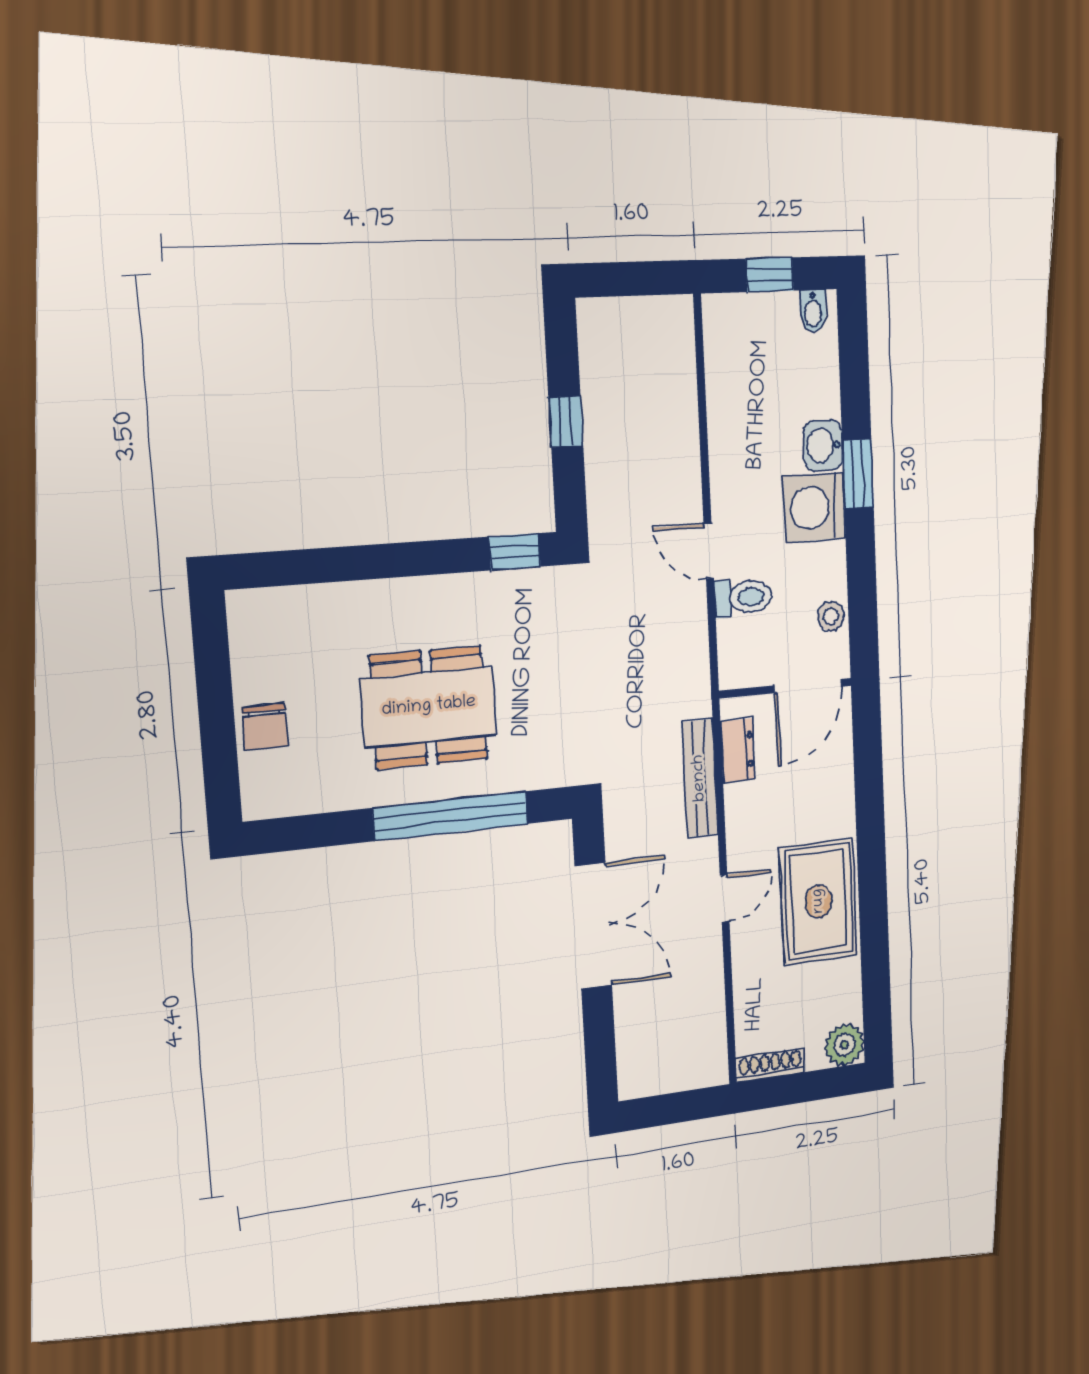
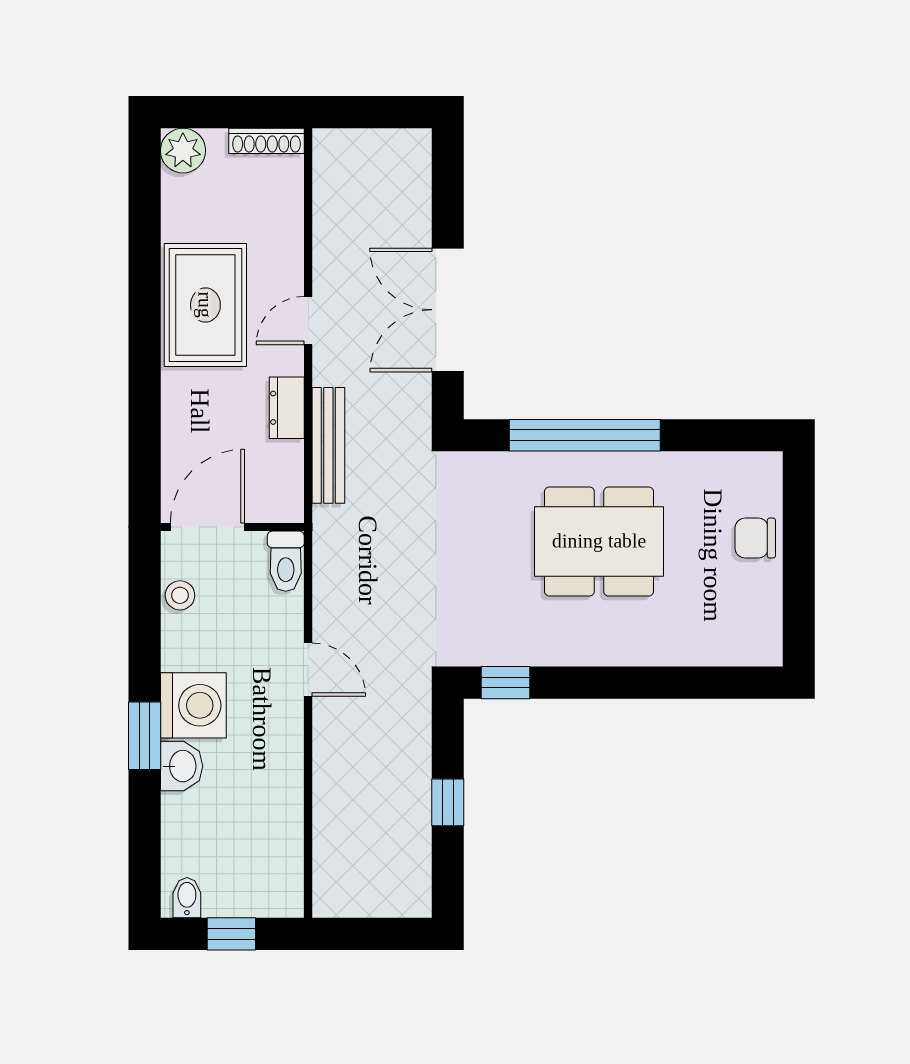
toilet: (743, 597) -> (286, 561), moved, turned -90
chair: (265, 727) -> (755, 538), turned -90
dresser: (738, 750) -> (287, 408), moved

